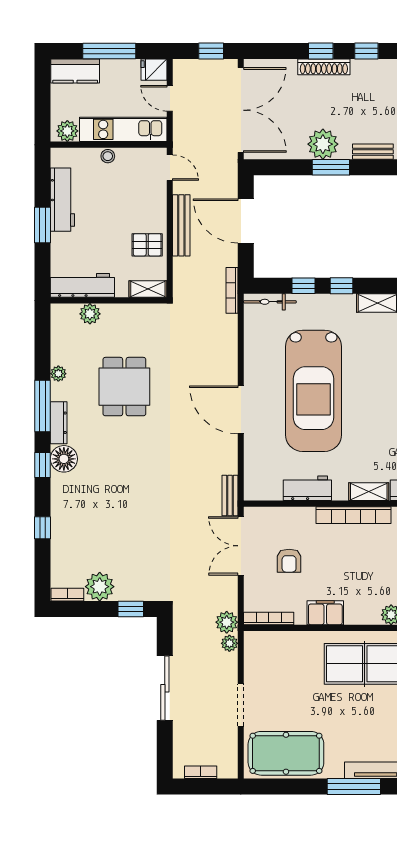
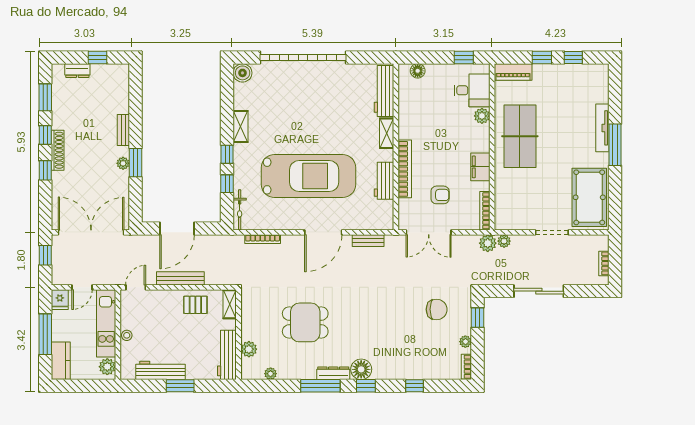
shoe rack: (324, 67) -> (58, 150), moved
plant: (323, 144) -> (123, 163), width x0.53, depth x0.53
pallet: (147, 245) -> (195, 305), turned 90
bookcase: (232, 290) -> (263, 239), moved
plant: (58, 374) -> (271, 374), moved
bench: (230, 495) -> (368, 241), moved
bookcase: (353, 515) -> (405, 169), moved
chair: (141, 556) -> (437, 309), added
plant: (100, 587) -> (465, 342), width x0.53, depth x0.53

